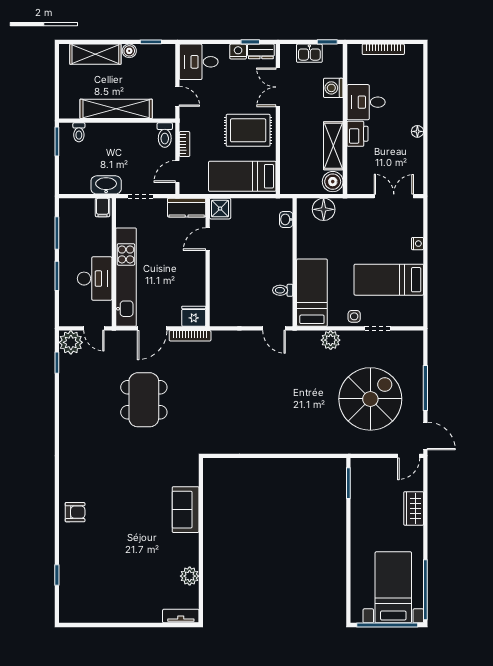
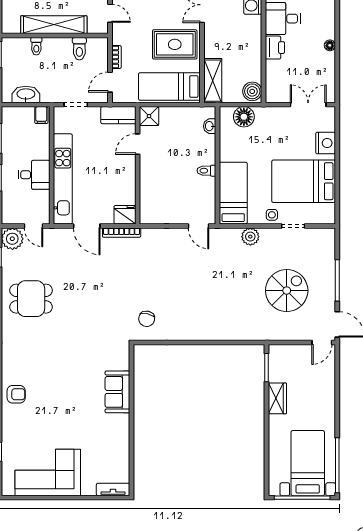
toilet: (79, 132) -> (36, 46), moved
toilet: (165, 135) -> (79, 49), moved
shelving: (333, 146) -> (213, 81), moved
washbasin: (106, 185) -> (26, 94), moved
nightstand: (417, 244) -> (326, 143), width x1.89, depth x1.79
desk: (95, 279) -> (34, 175), width x0.73
bed: (389, 280) -> (304, 181), width x1.50
toilet: (283, 290) -> (206, 171), moved
door: (152, 328) -> (87, 226), hinge flipped
spiral stairs: (370, 399) -> (287, 291), width x0.73, depth x0.73
dining table: (144, 400) -> (31, 299), moved, width x0.73
chair: (218, 430) -> (147, 319), added
wardrobe: (414, 508) -> (277, 398), moved, turned 180
plant: (190, 576) -> (121, 453), removed
corner sofa: (110, 598) -> (48, 473), added

